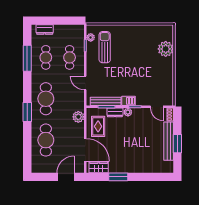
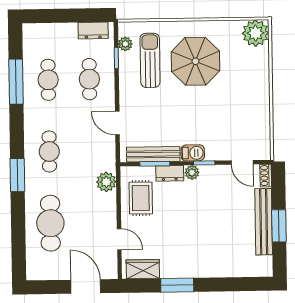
dresser: (45, 29) -> (93, 31), moved
parasol: (131, 48) -> (195, 61), added
plant: (166, 49) -> (256, 33), moved
cafe table: (46, 99) -> (49, 151), width x0.73, depth x0.74
door: (85, 150) -> (119, 239), width x0.53
door: (66, 177) -> (86, 286), hinge flipped

